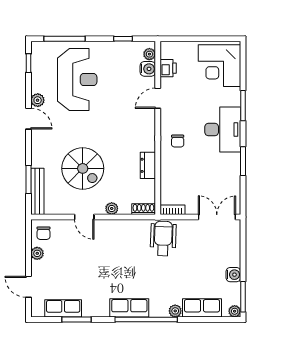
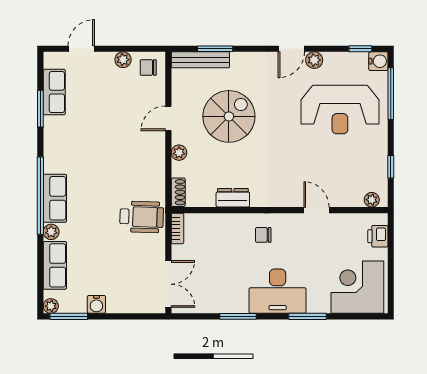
printer: (168, 68) -> (378, 236), moved, turned 90
water cooler: (148, 69) -> (378, 61), moved, turned -90
spiral stairs: (83, 168) -> (229, 116), turned 180
row of seats: (129, 308) -> (55, 198), moved

